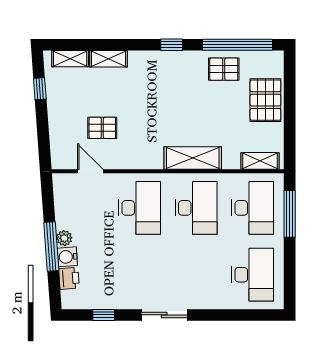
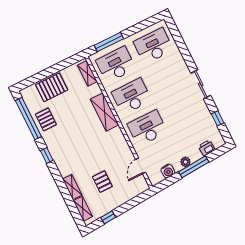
pallet: (102, 128) -> (102, 182), moved
water cooler: (67, 257) -> (168, 171), moved

